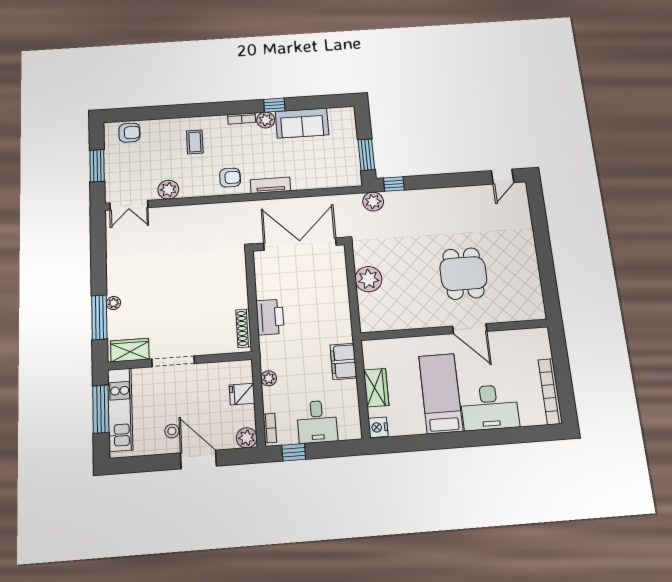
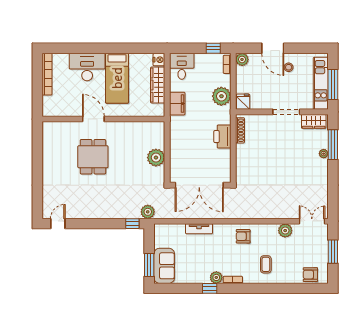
sofa: (302, 123) -> (164, 266), moved, turned 90
window: (366, 155) -> (149, 265), moved
tv unit: (270, 185) -> (199, 229), moved
plant: (269, 378) -> (221, 96), width x1.88, depth x1.88
wardrobe: (376, 388) -> (158, 85), width x1.50
fridge: (242, 394) -> (243, 102), moved, turned -90
desk: (317, 422) -> (182, 66), moved

